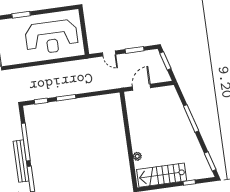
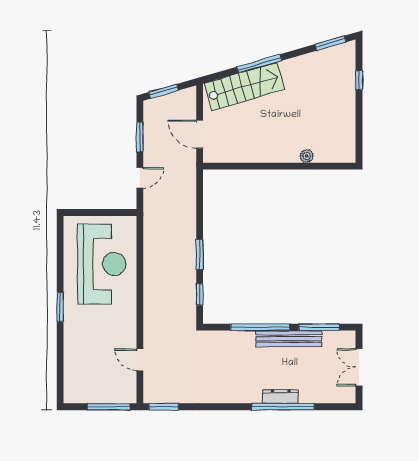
stairs: (162, 175) -> (244, 86), moved, turned -106

